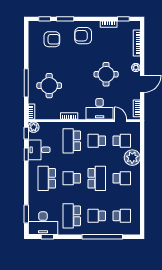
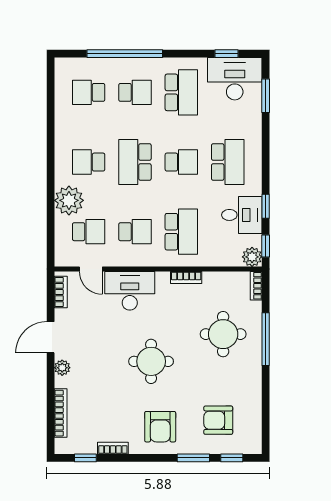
armchair: (83, 36) -> (160, 427), turned 90
round table: (106, 74) -> (151, 361), moved
school desk: (122, 141) -> (89, 232), turned 180

